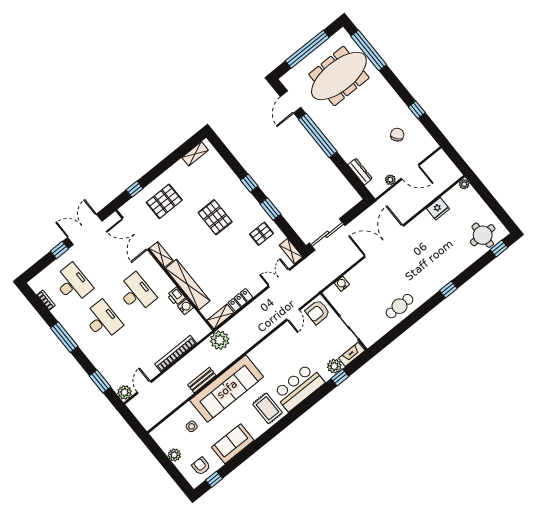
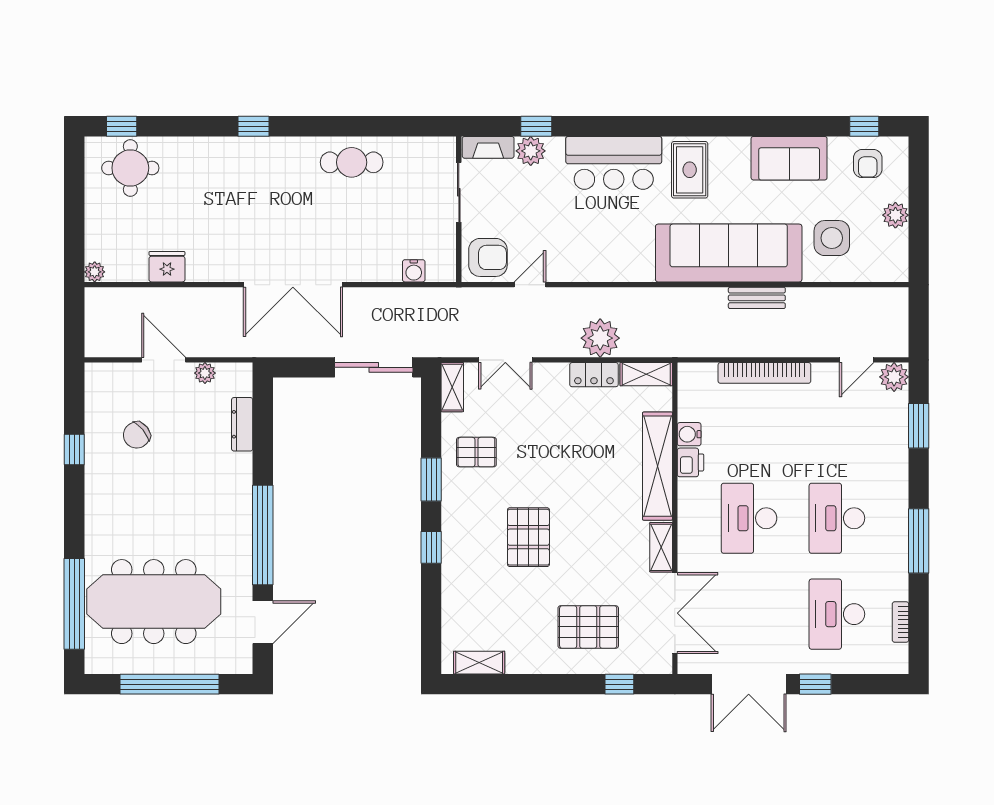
plant: (220, 340) -> (600, 338), moved
side table: (192, 426) -> (832, 238), width x1.87, depth x1.87

